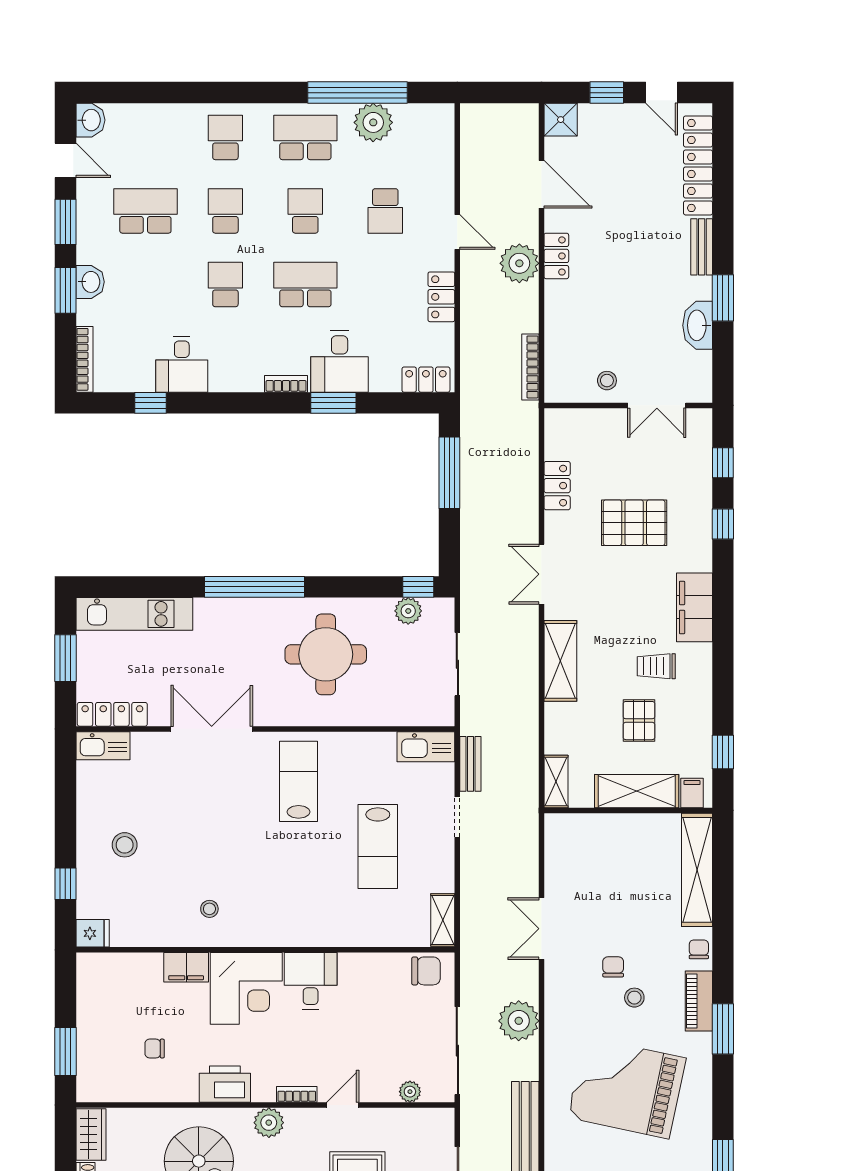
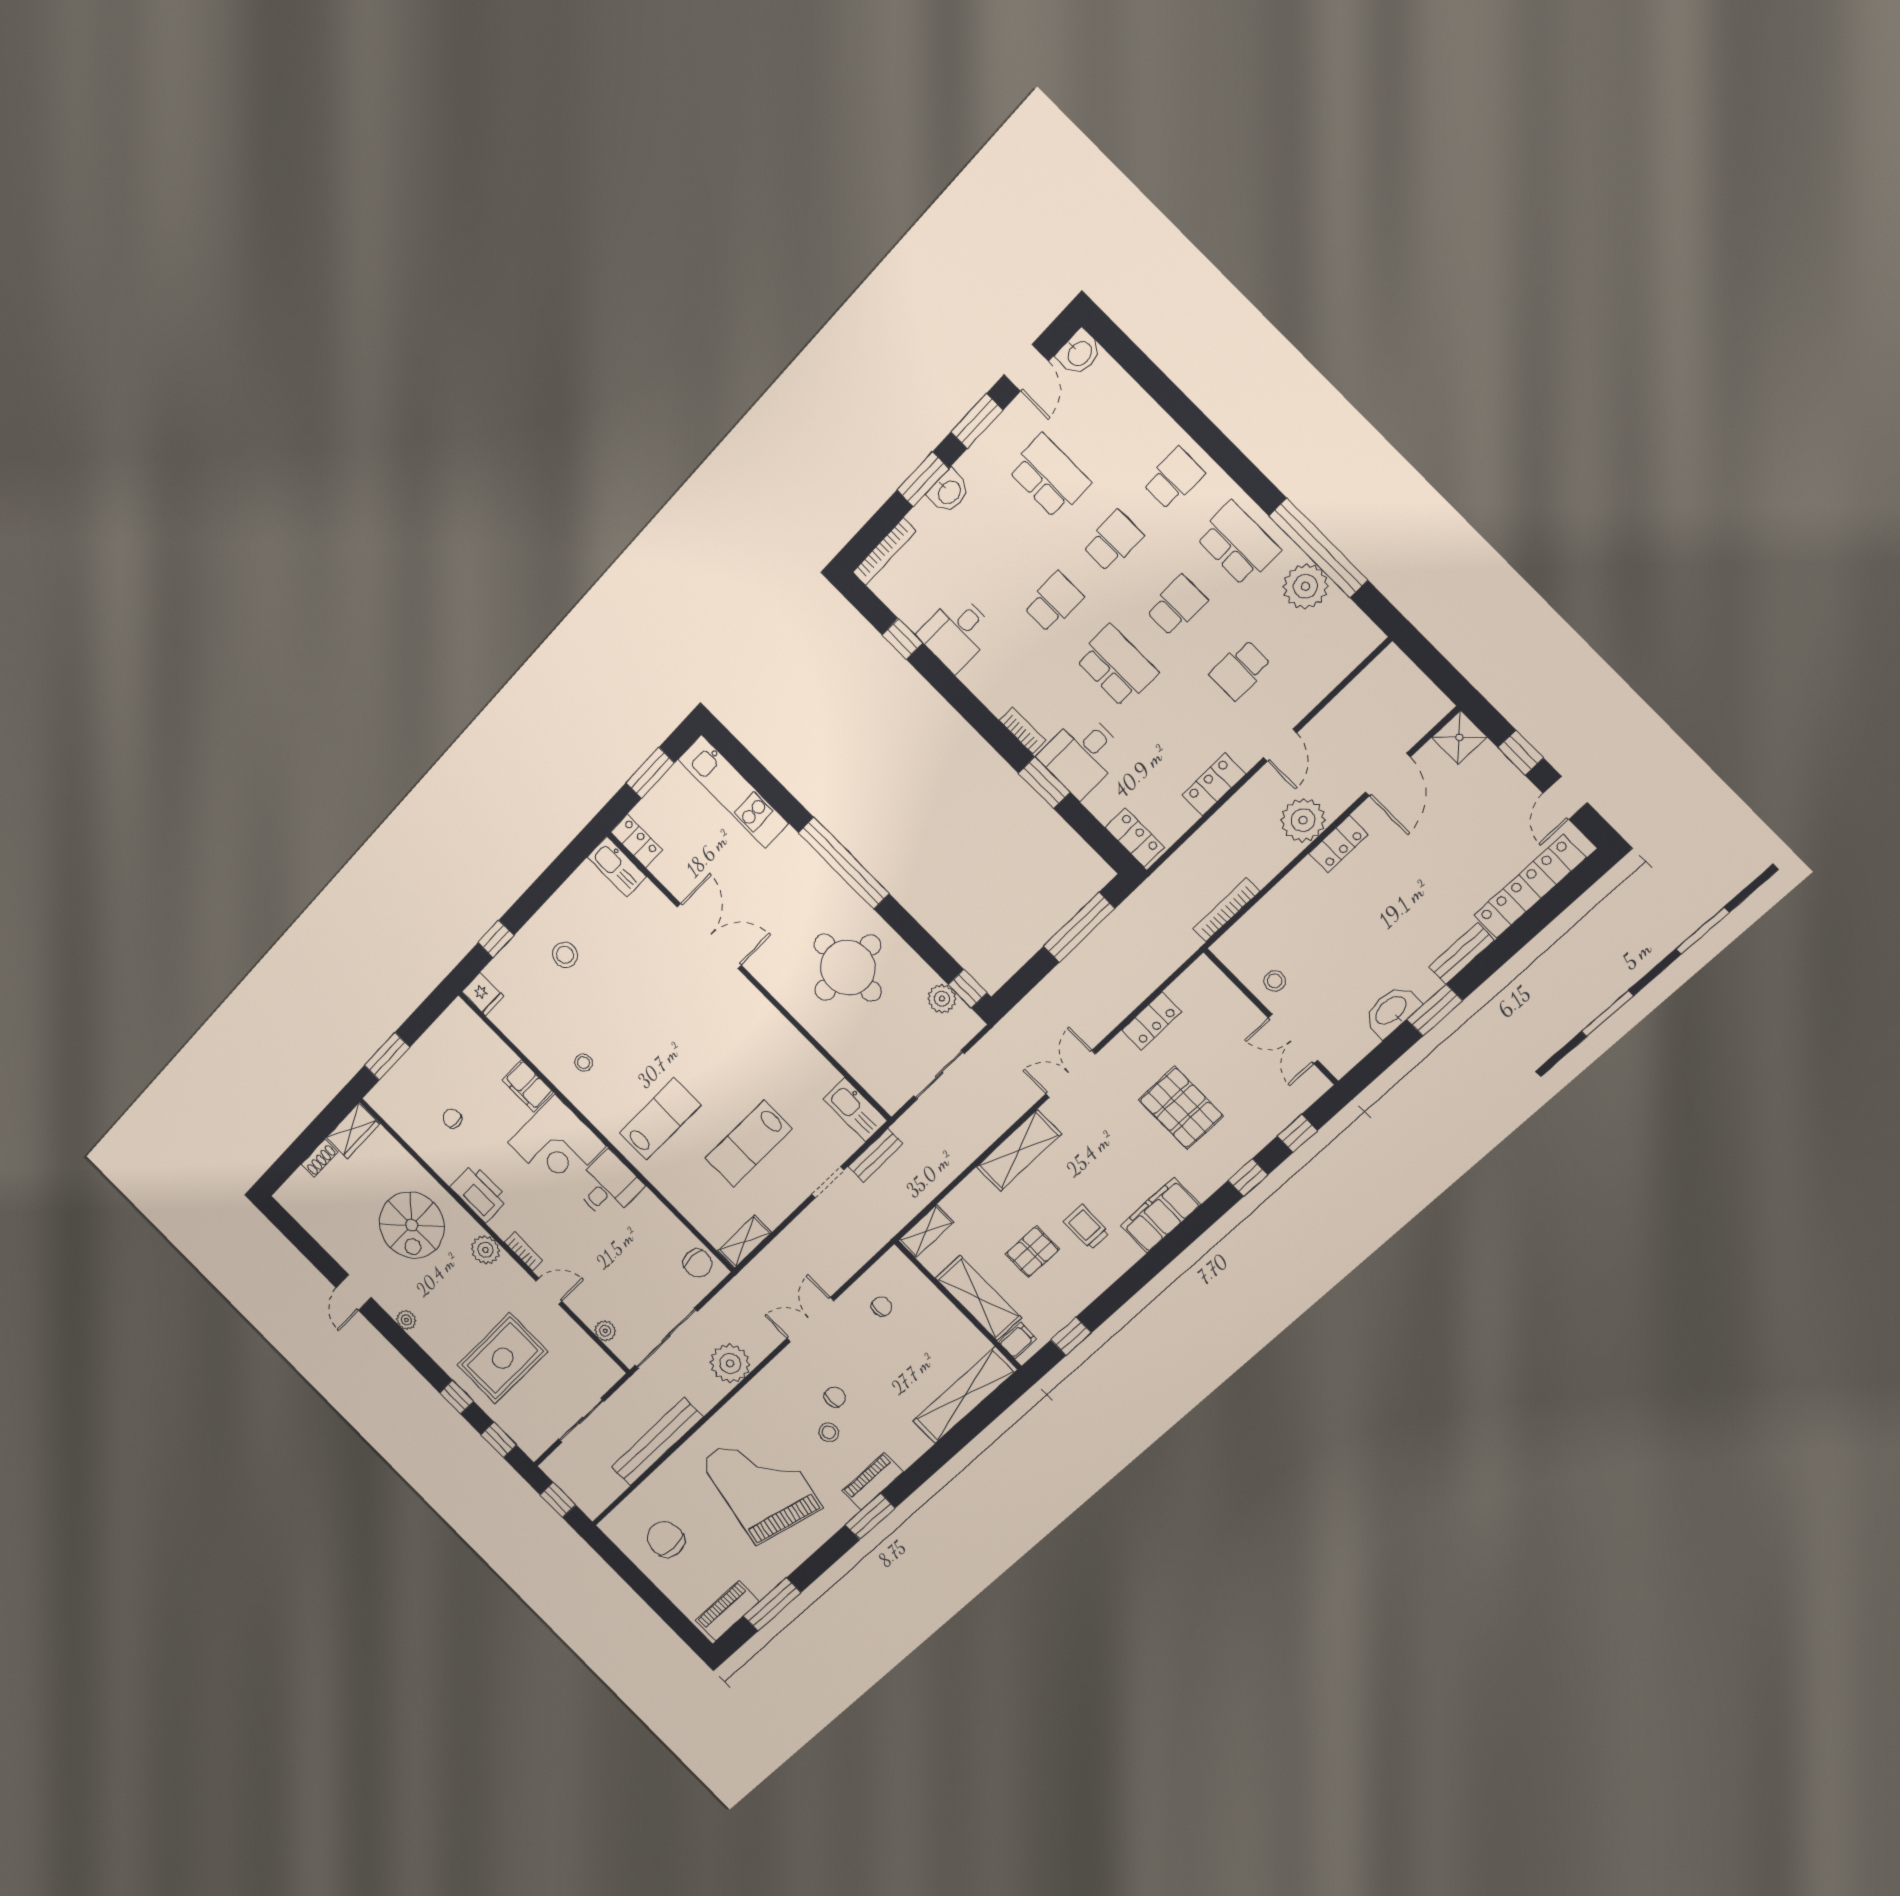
locker: (112, 714) -> (636, 841), width x0.66
lab bench: (298, 781) -> (660, 1119), moved
chair: (699, 949) -> (882, 1307), moved

